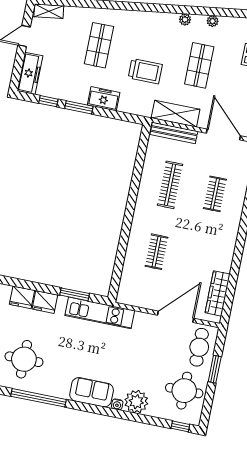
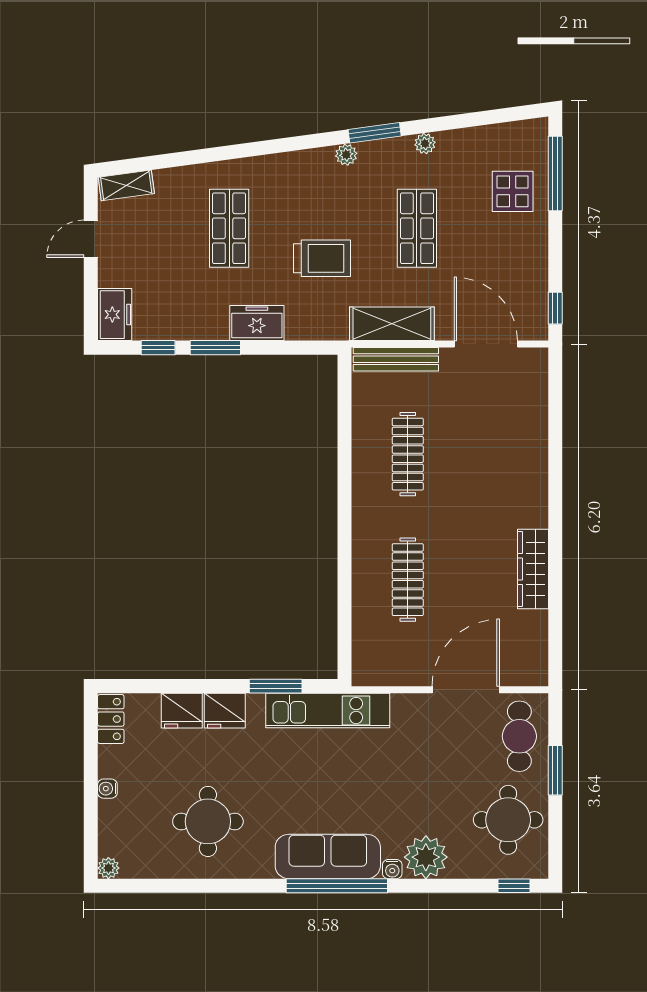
window: (187, 10) -> (375, 133), added
plant: (185, 20) -> (346, 155), moved
freezer: (30, 73) -> (115, 315), width x0.71
clothes rail: (215, 194) -> (492, 454), removed
clothes rail: (157, 252) -> (408, 580), width x1.36
wardrobe: (218, 293) -> (533, 569), moved
sofa: (92, 392) -> (328, 856), width x1.36
window: (38, 398) -> (337, 886), moved

